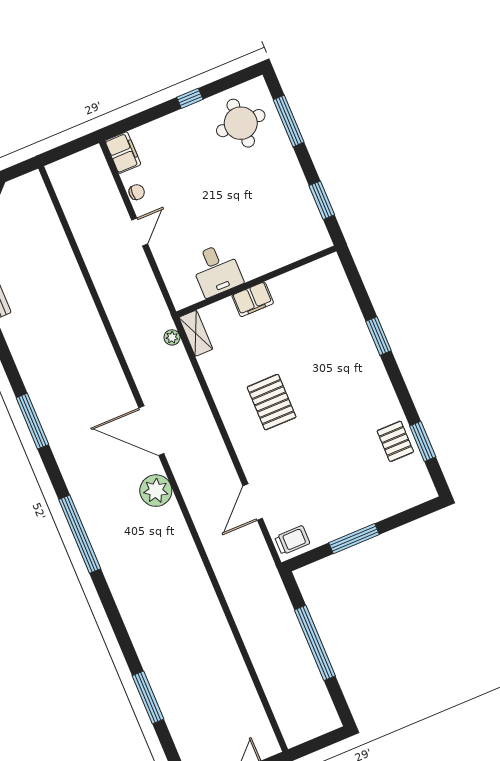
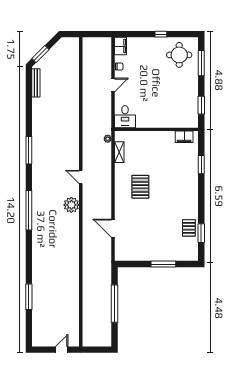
desk: (216, 270) -> (125, 117), moved
filing cabinet: (253, 299) -> (184, 137), moved
shelving: (196, 333) -> (119, 152), moved
window: (379, 336) -> (201, 165), moved
door: (151, 431) -> (81, 177), width x0.53
door: (253, 502) -> (113, 228), hinge flipped
window: (354, 539) -> (163, 264), moved
trolley: (292, 540) -> (124, 253), removed

